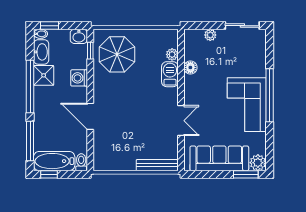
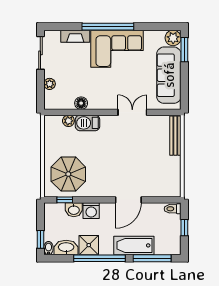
washbasin: (79, 36) -> (74, 210), moved, turned 90
fireplace: (260, 62) -> (75, 36), added
bathtub: (54, 161) -> (134, 245), moved, turned 90
window: (49, 174) -> (184, 228), moved

